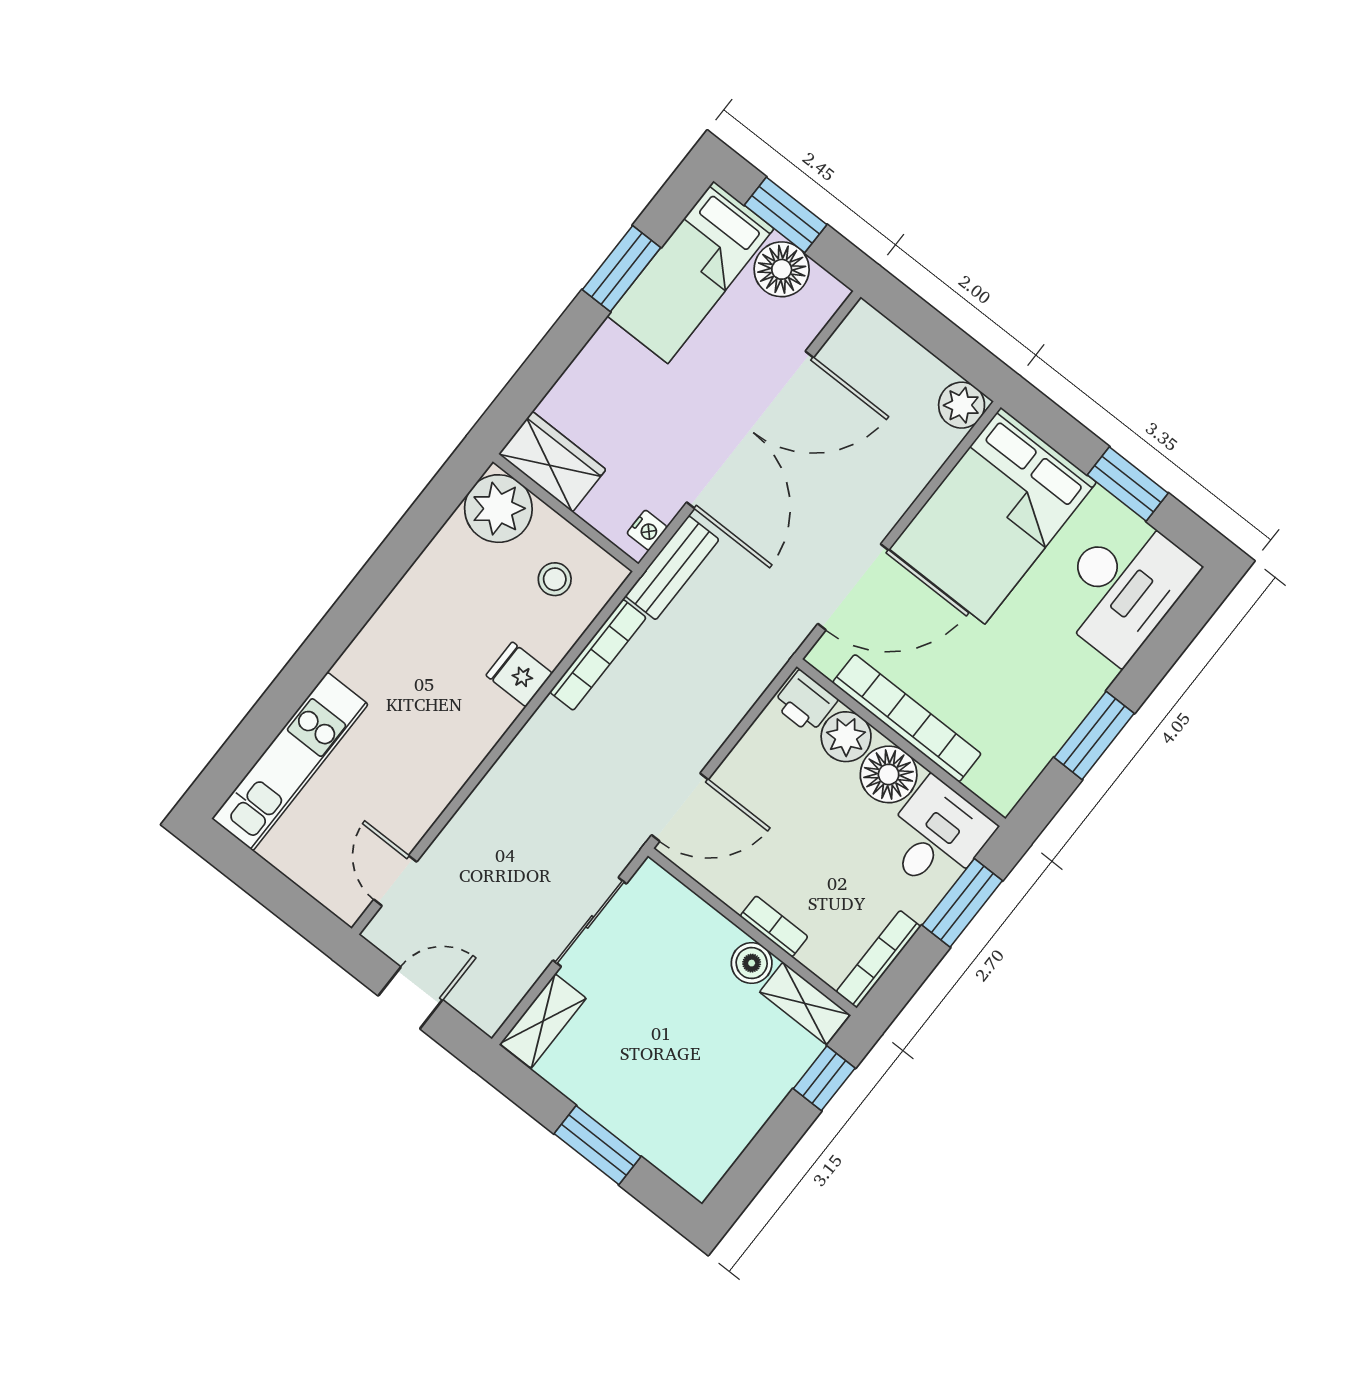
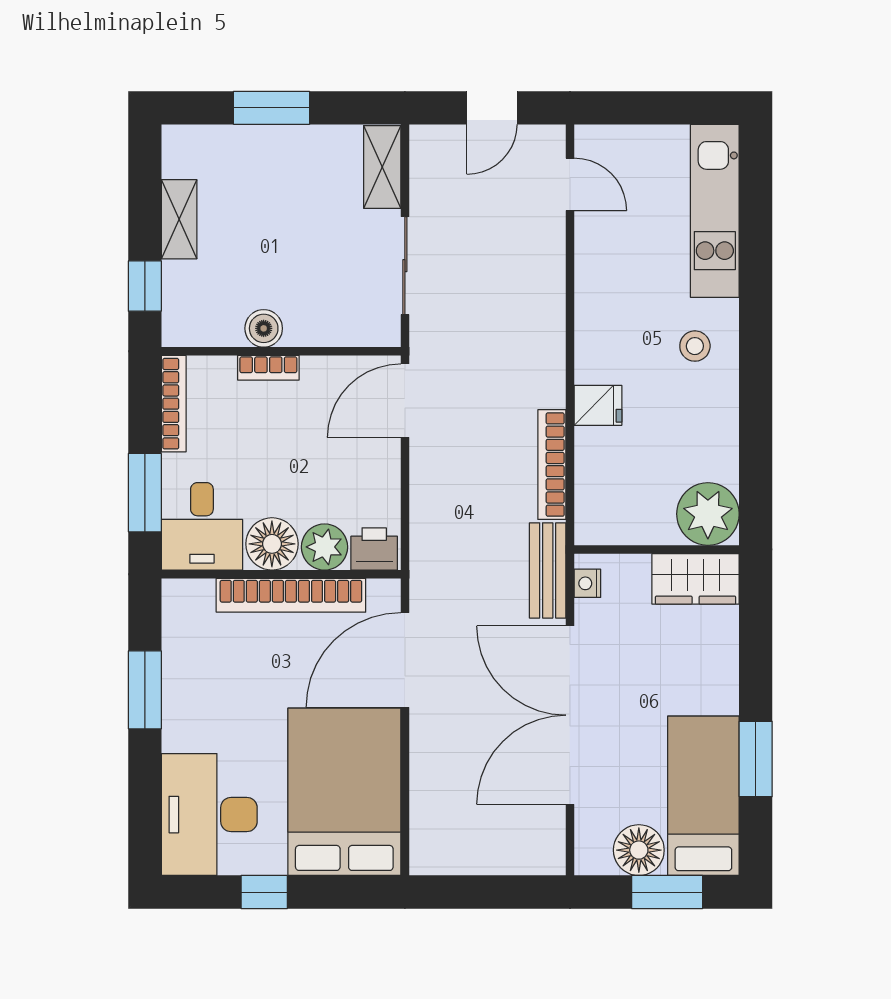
plant: (962, 405) -> (430, 854), removed
window: (1128, 484) -> (264, 892), width x0.67
stool: (555, 579) -> (695, 346), moved
shelving: (805, 1003) -> (179, 219), moved, turned 90

